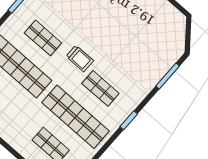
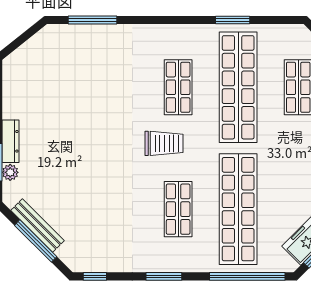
trolley: (80, 59) -> (164, 143), turned 90
window: (129, 120) -> (233, 20), moved

